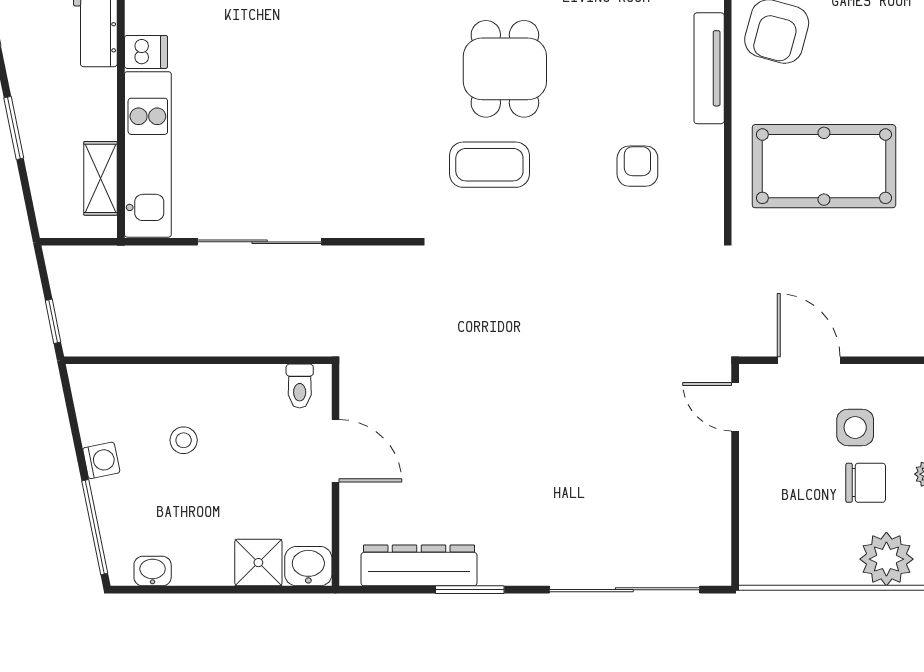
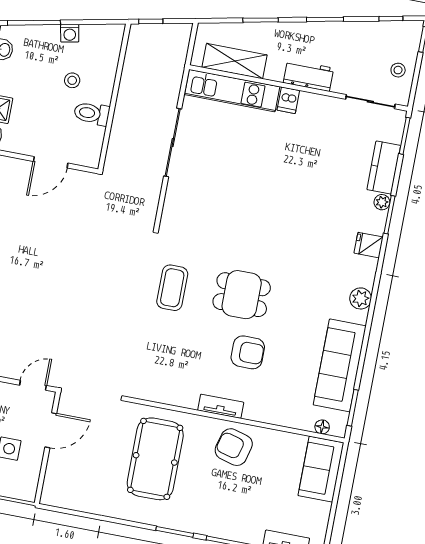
tv unit: (709, 68) -> (221, 406), width x0.71
coffee table: (489, 165) -> (172, 288), moved
armchair: (637, 166) -> (248, 352), moved, width x1.38, depth x1.38
shelving: (100, 178) -> (235, 61), width x1.50, depth x1.33
toilet: (300, 386) -> (92, 113), moved, width x1.37, depth x1.39

